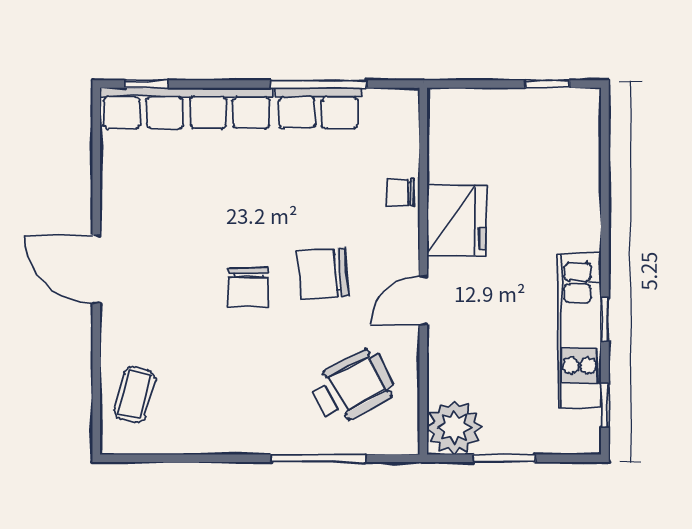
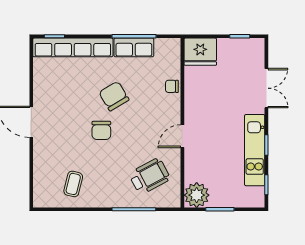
double door: (605, 196) -> (266, 88), added
fridge: (457, 221) -> (200, 52), moved, turned 90
chair: (323, 274) -> (114, 96), moved, turned 64
coffee table: (135, 395) -> (73, 184), moved

